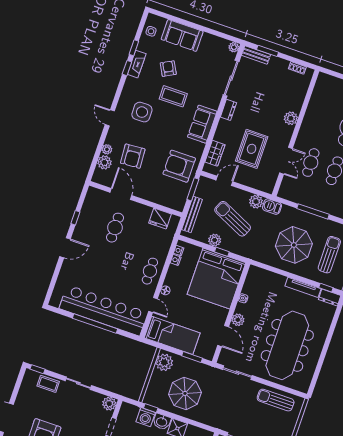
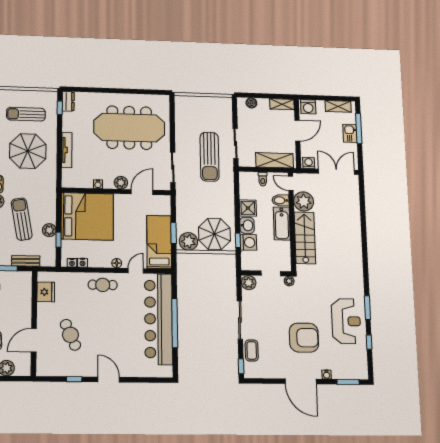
bench: (192, 214) -> (26, 261), width x0.73
sun lounger: (233, 219) -> (22, 219), turned 145
cafe table: (115, 228) -> (70, 335), turned 66
window: (222, 252) -> (58, 240), moved
tv unit: (303, 287) -> (67, 150), moved
window: (192, 357) -> (174, 233), moved
sliding door: (78, 383) -> (240, 320), width x1.37
parasol: (185, 393) -> (214, 234), moved
sun lounger: (276, 400) -> (210, 157), moved, width x1.36, depth x1.34

